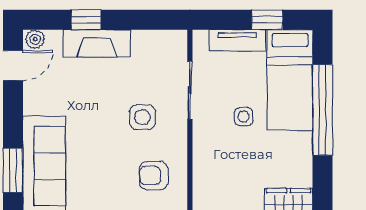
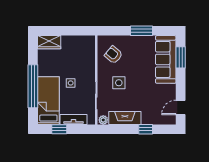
plant: (35, 39) -> (103, 120), moved
fireplace: (97, 43) -> (125, 118), moved
armchair: (154, 176) -> (114, 55), turned -140

